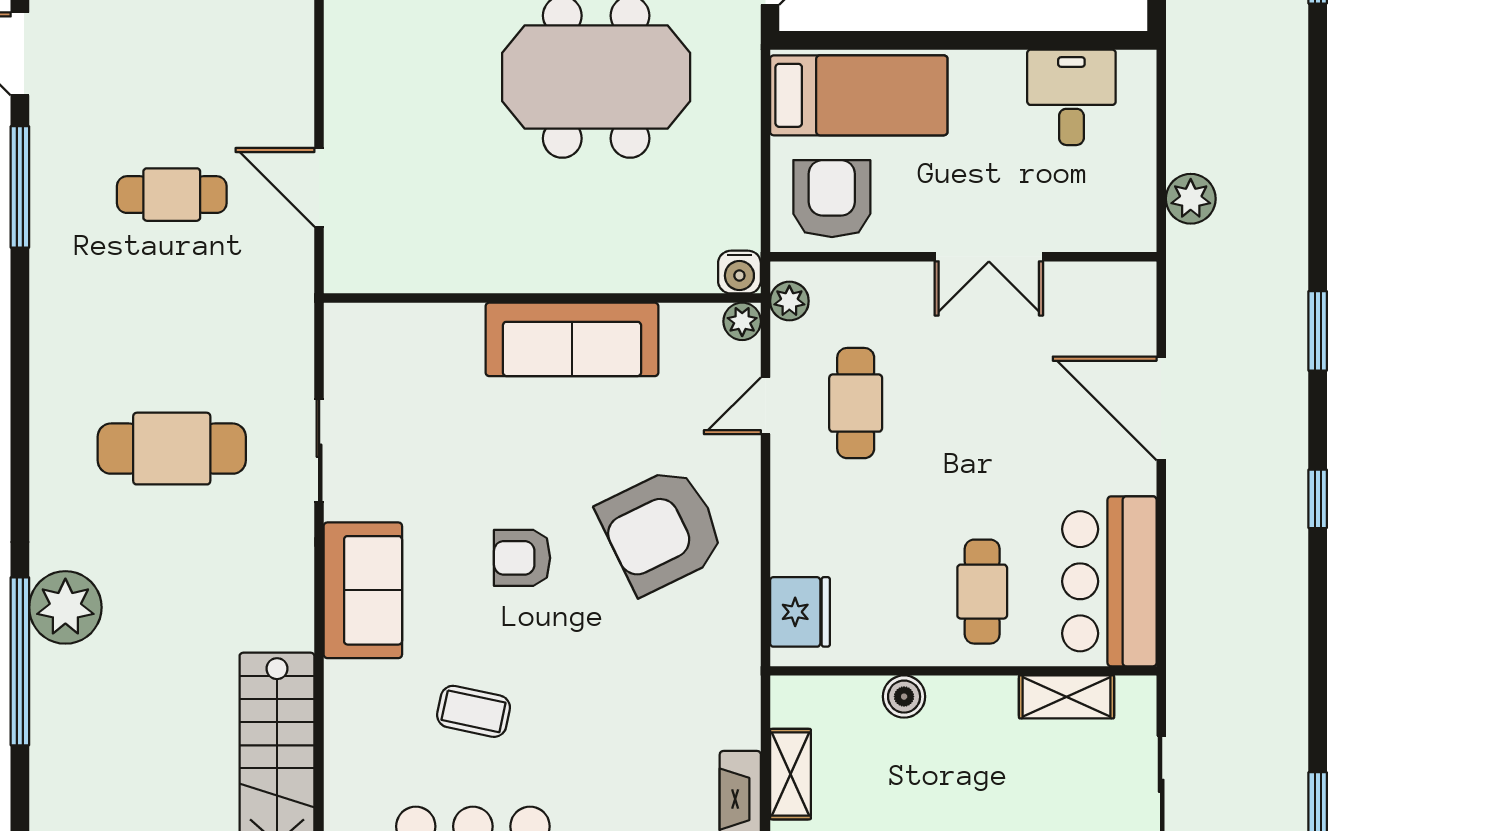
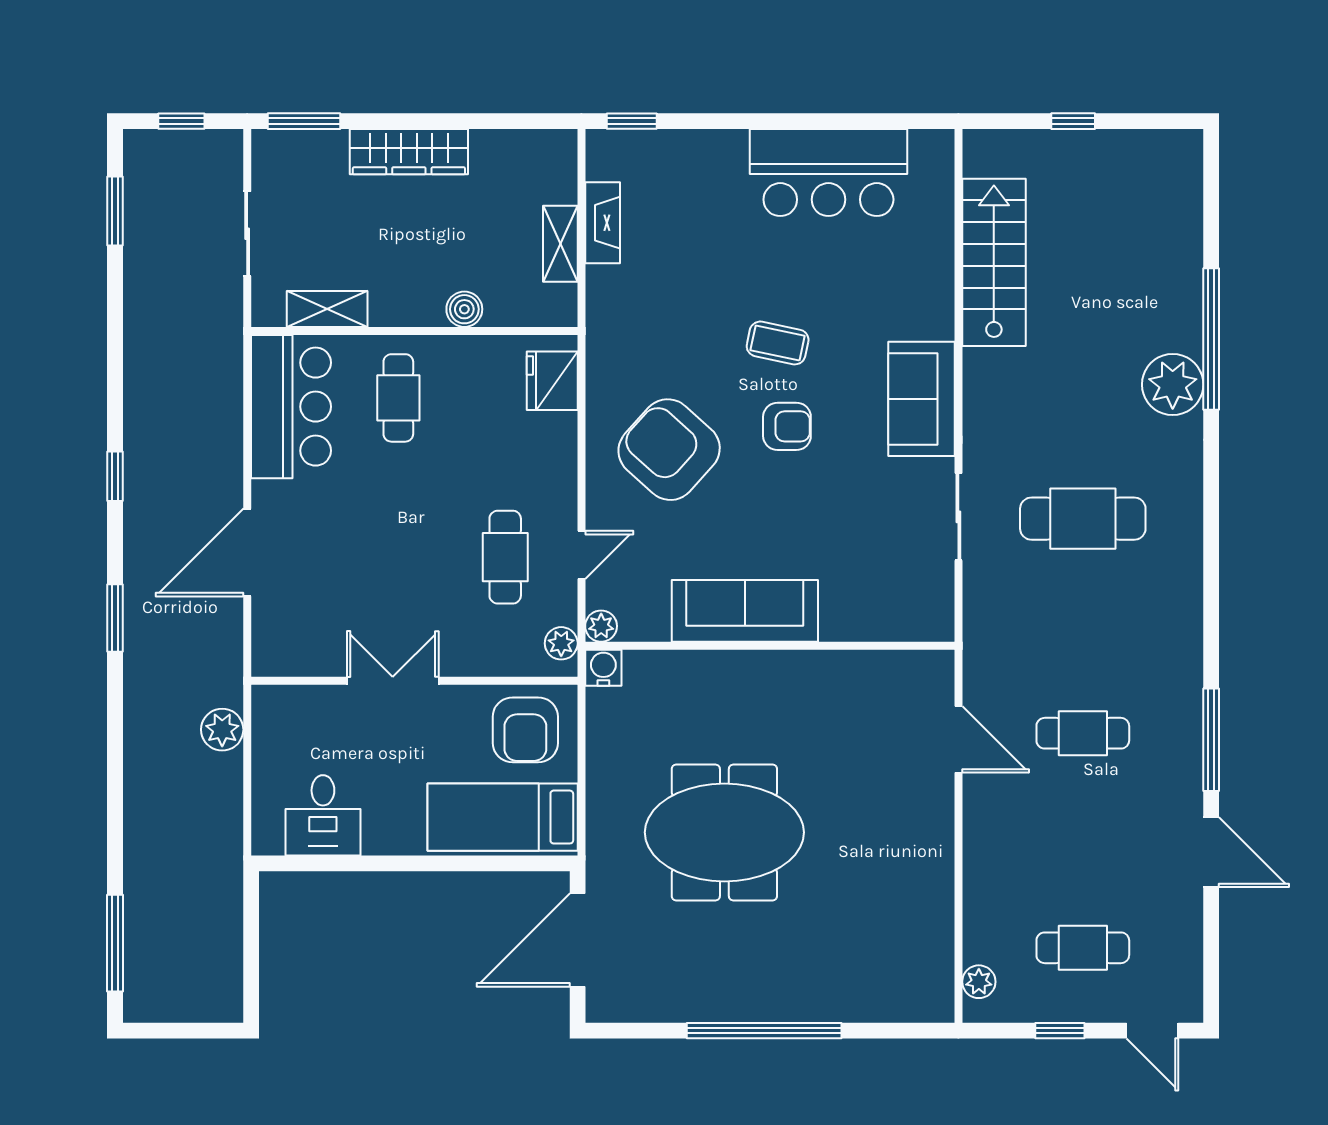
door: (1161, 408) -> (247, 553), swing flipped
armchair: (662, 530) -> (669, 450), turned -112
coffee table: (474, 711) -> (778, 343), moved

